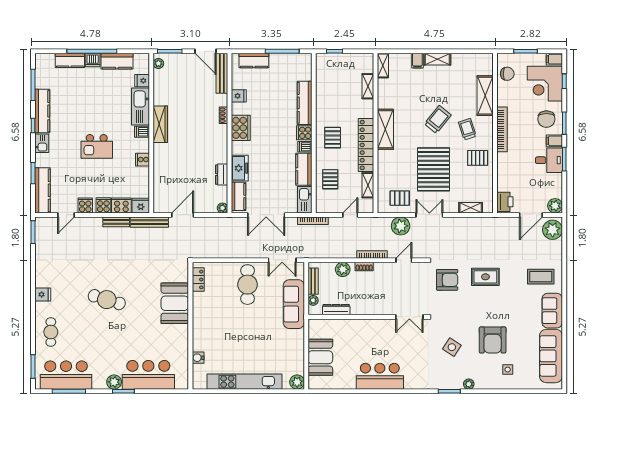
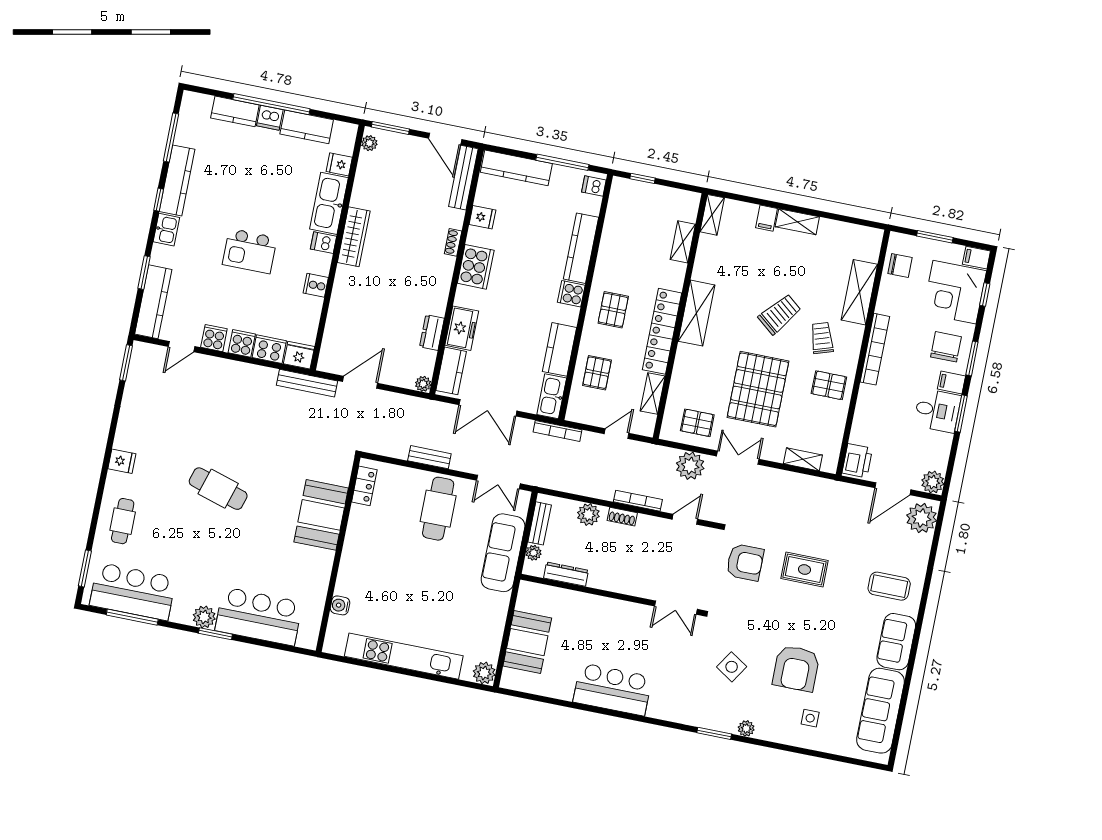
kitchen counter: (254, 61) -> (516, 168), width x1.50
chair: (546, 119) -> (946, 347), turned 180
dishwasher: (305, 147) -> (594, 186), moved
bench: (116, 222) -> (429, 457), moved

